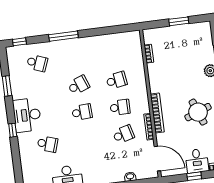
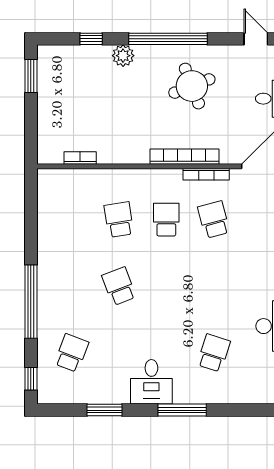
window: (179, 21) -> (31, 76), moved
window: (63, 36) -> (31, 302), width x1.46
school desk: (82, 112) -> (166, 286), removed
desk: (27, 115) -> (151, 382), width x0.73
window: (13, 130) -> (182, 410), width x2.17

